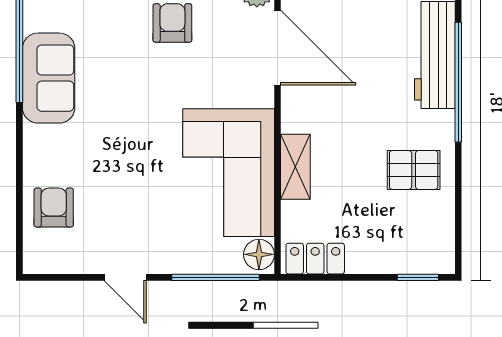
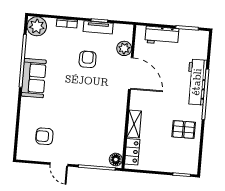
corner sofa: (229, 173) -> (106, 124), removed
armchair: (54, 207) -> (44, 136), moved, turned -90
locker: (315, 259) -> (132, 152), moved, turned 90

